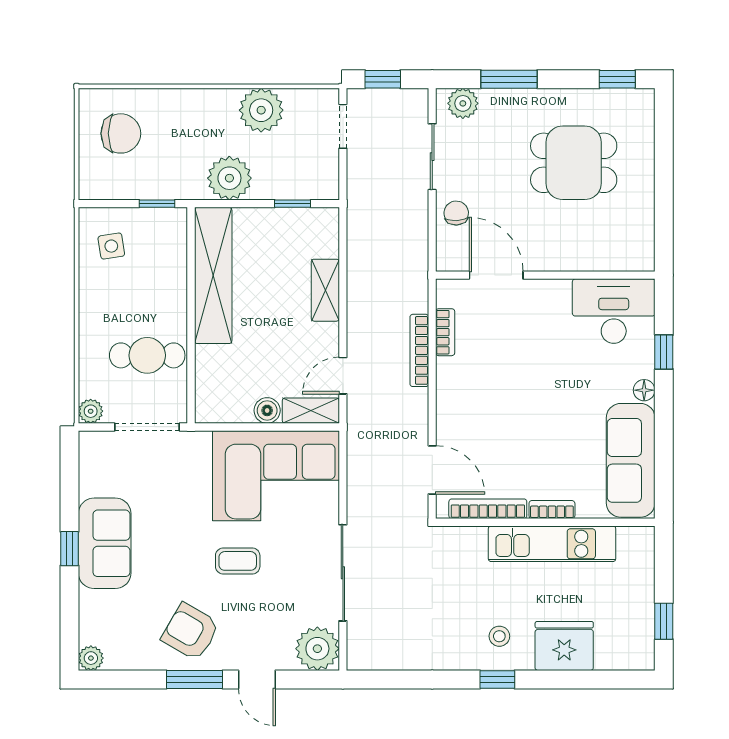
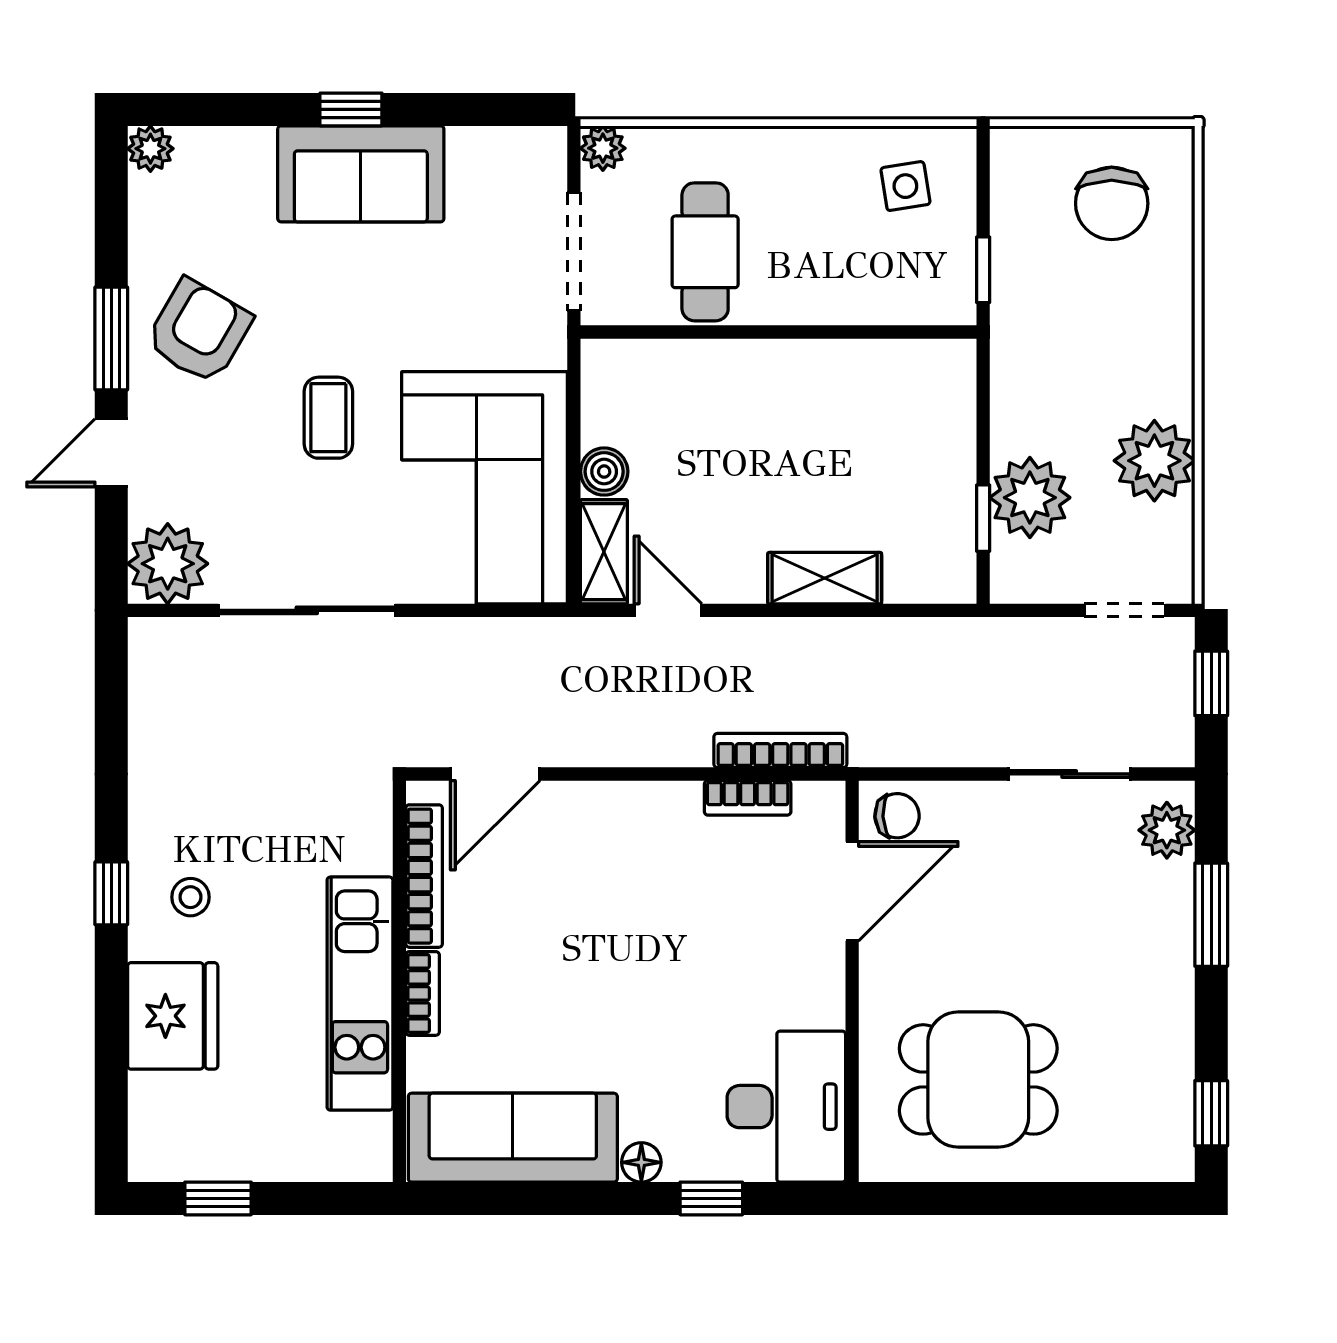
dining table: (574, 163) -> (978, 1079), moved, turned 90
plant: (229, 178) -> (1030, 498), moved
chair: (456, 213) -> (897, 816), moved
shelving: (213, 275) -> (852, 373), removed
bookcase: (419, 350) -> (780, 750), moved

